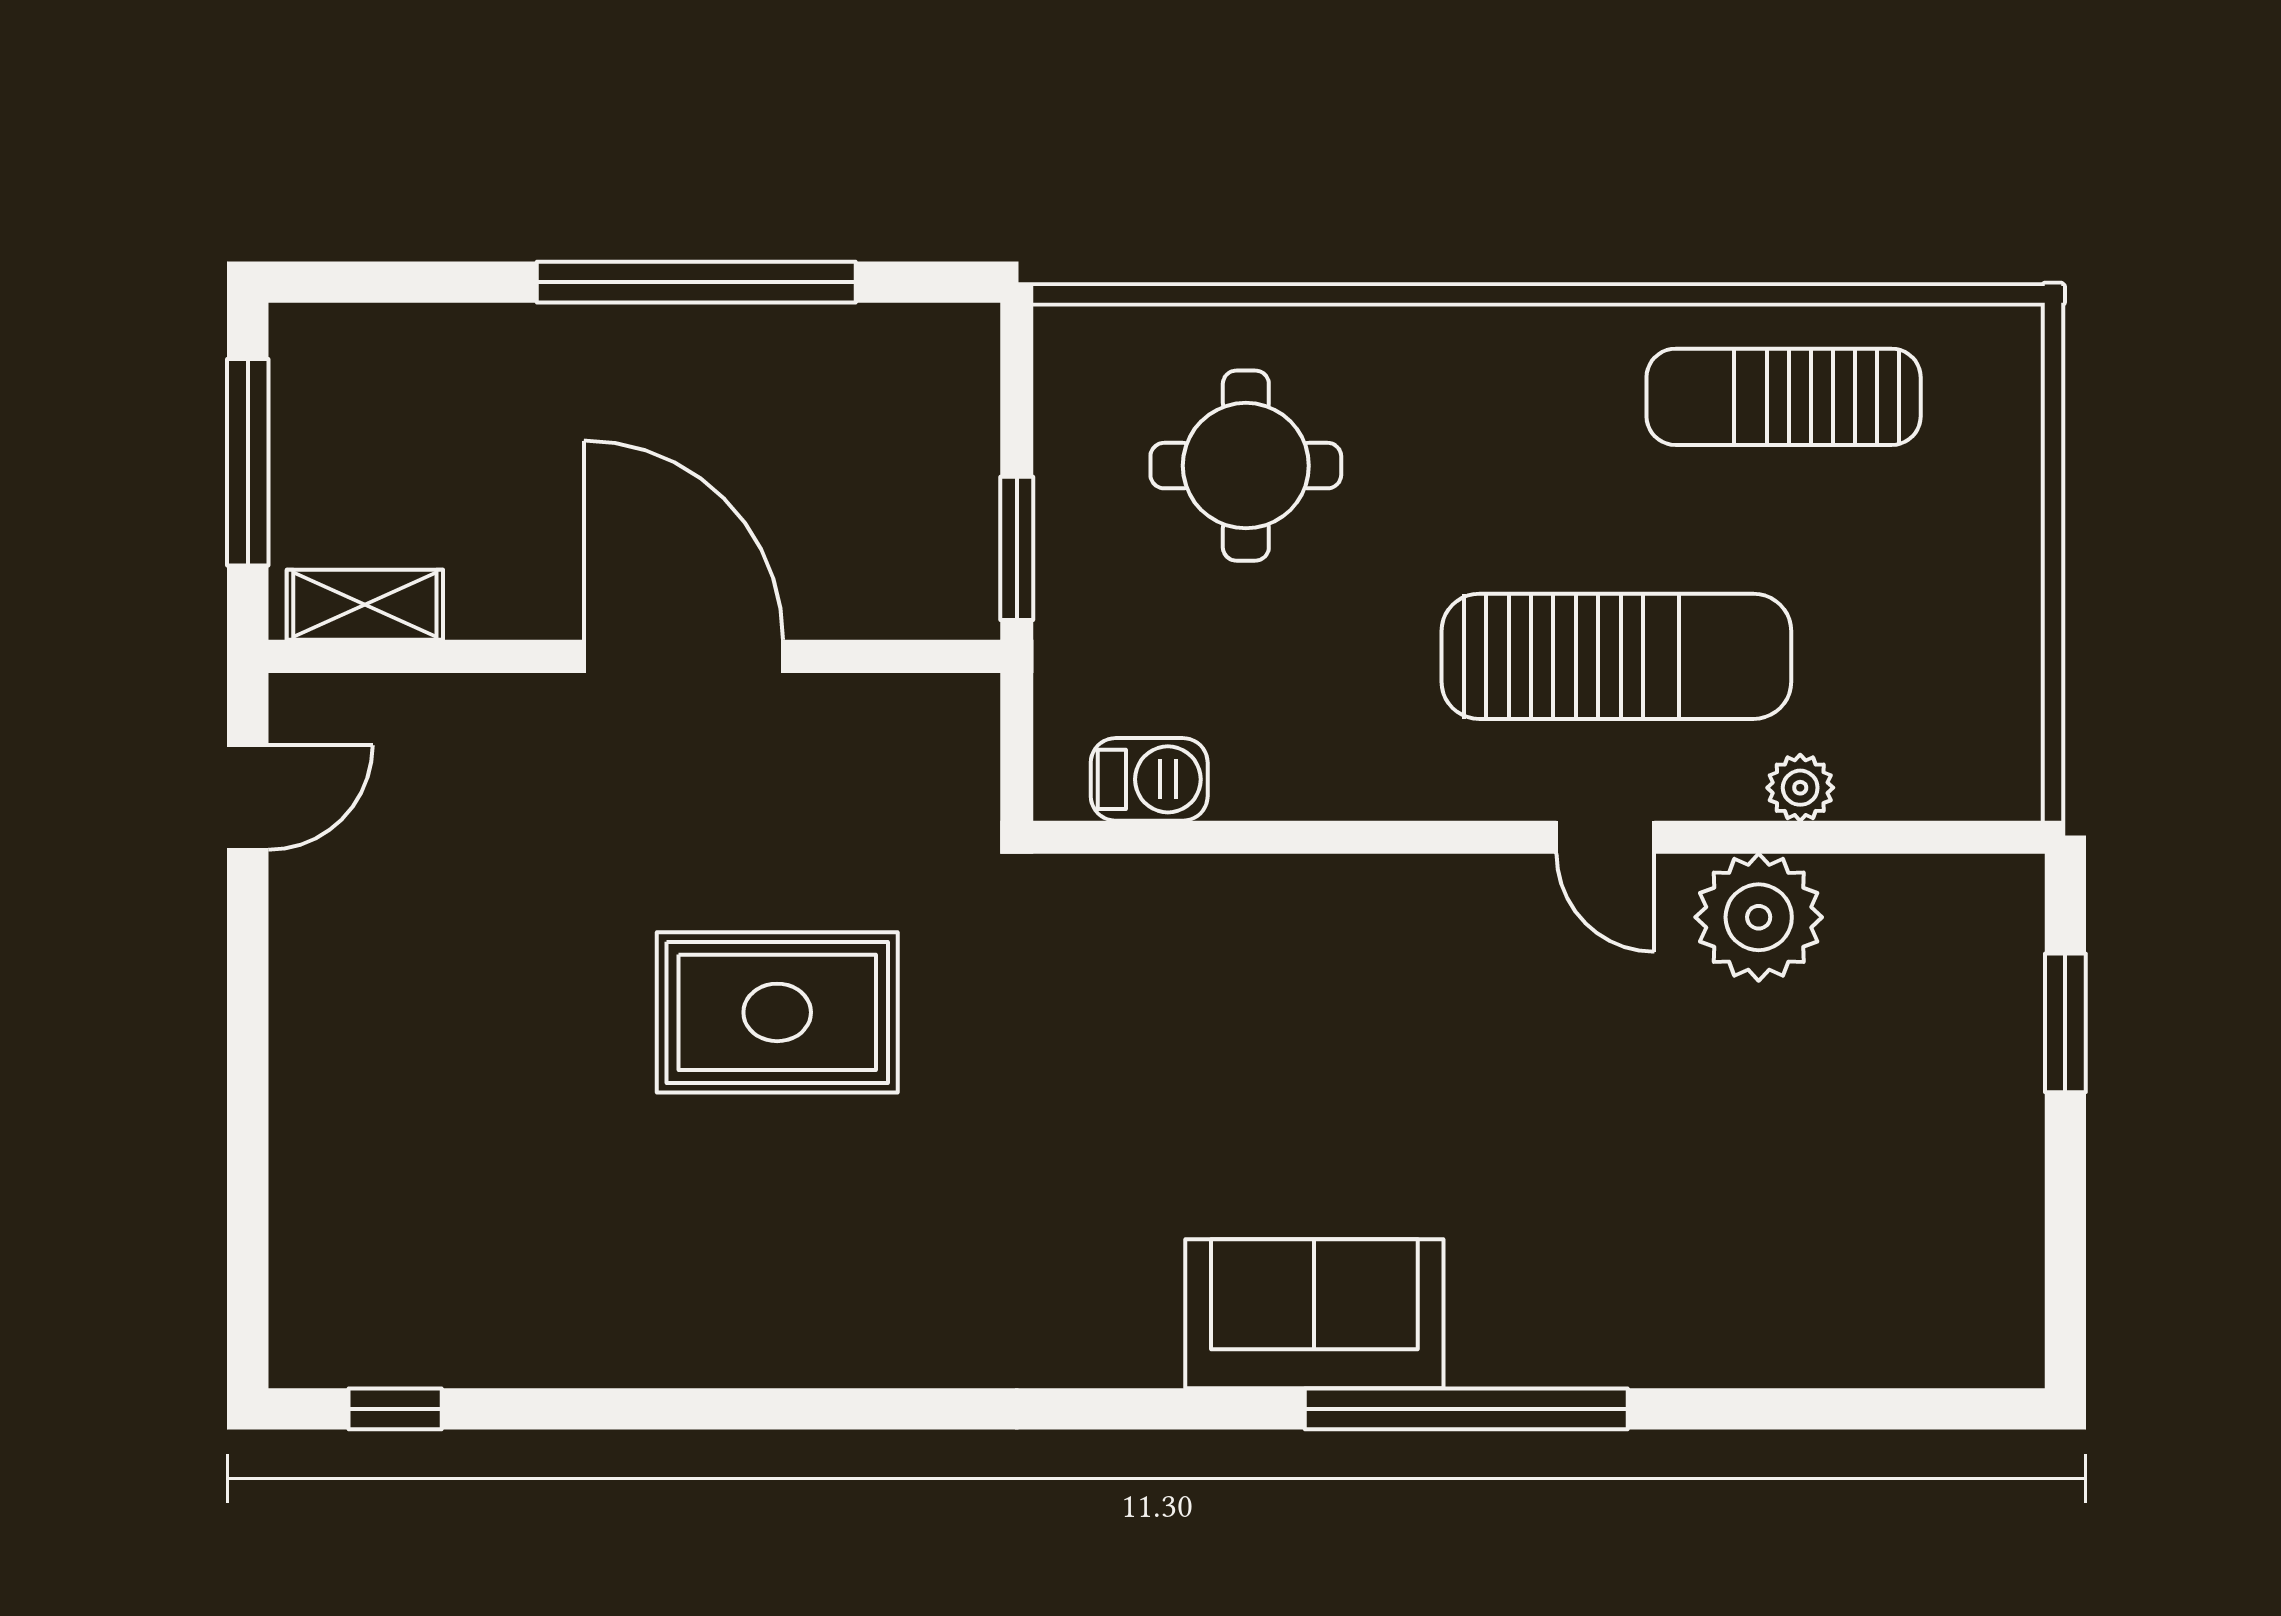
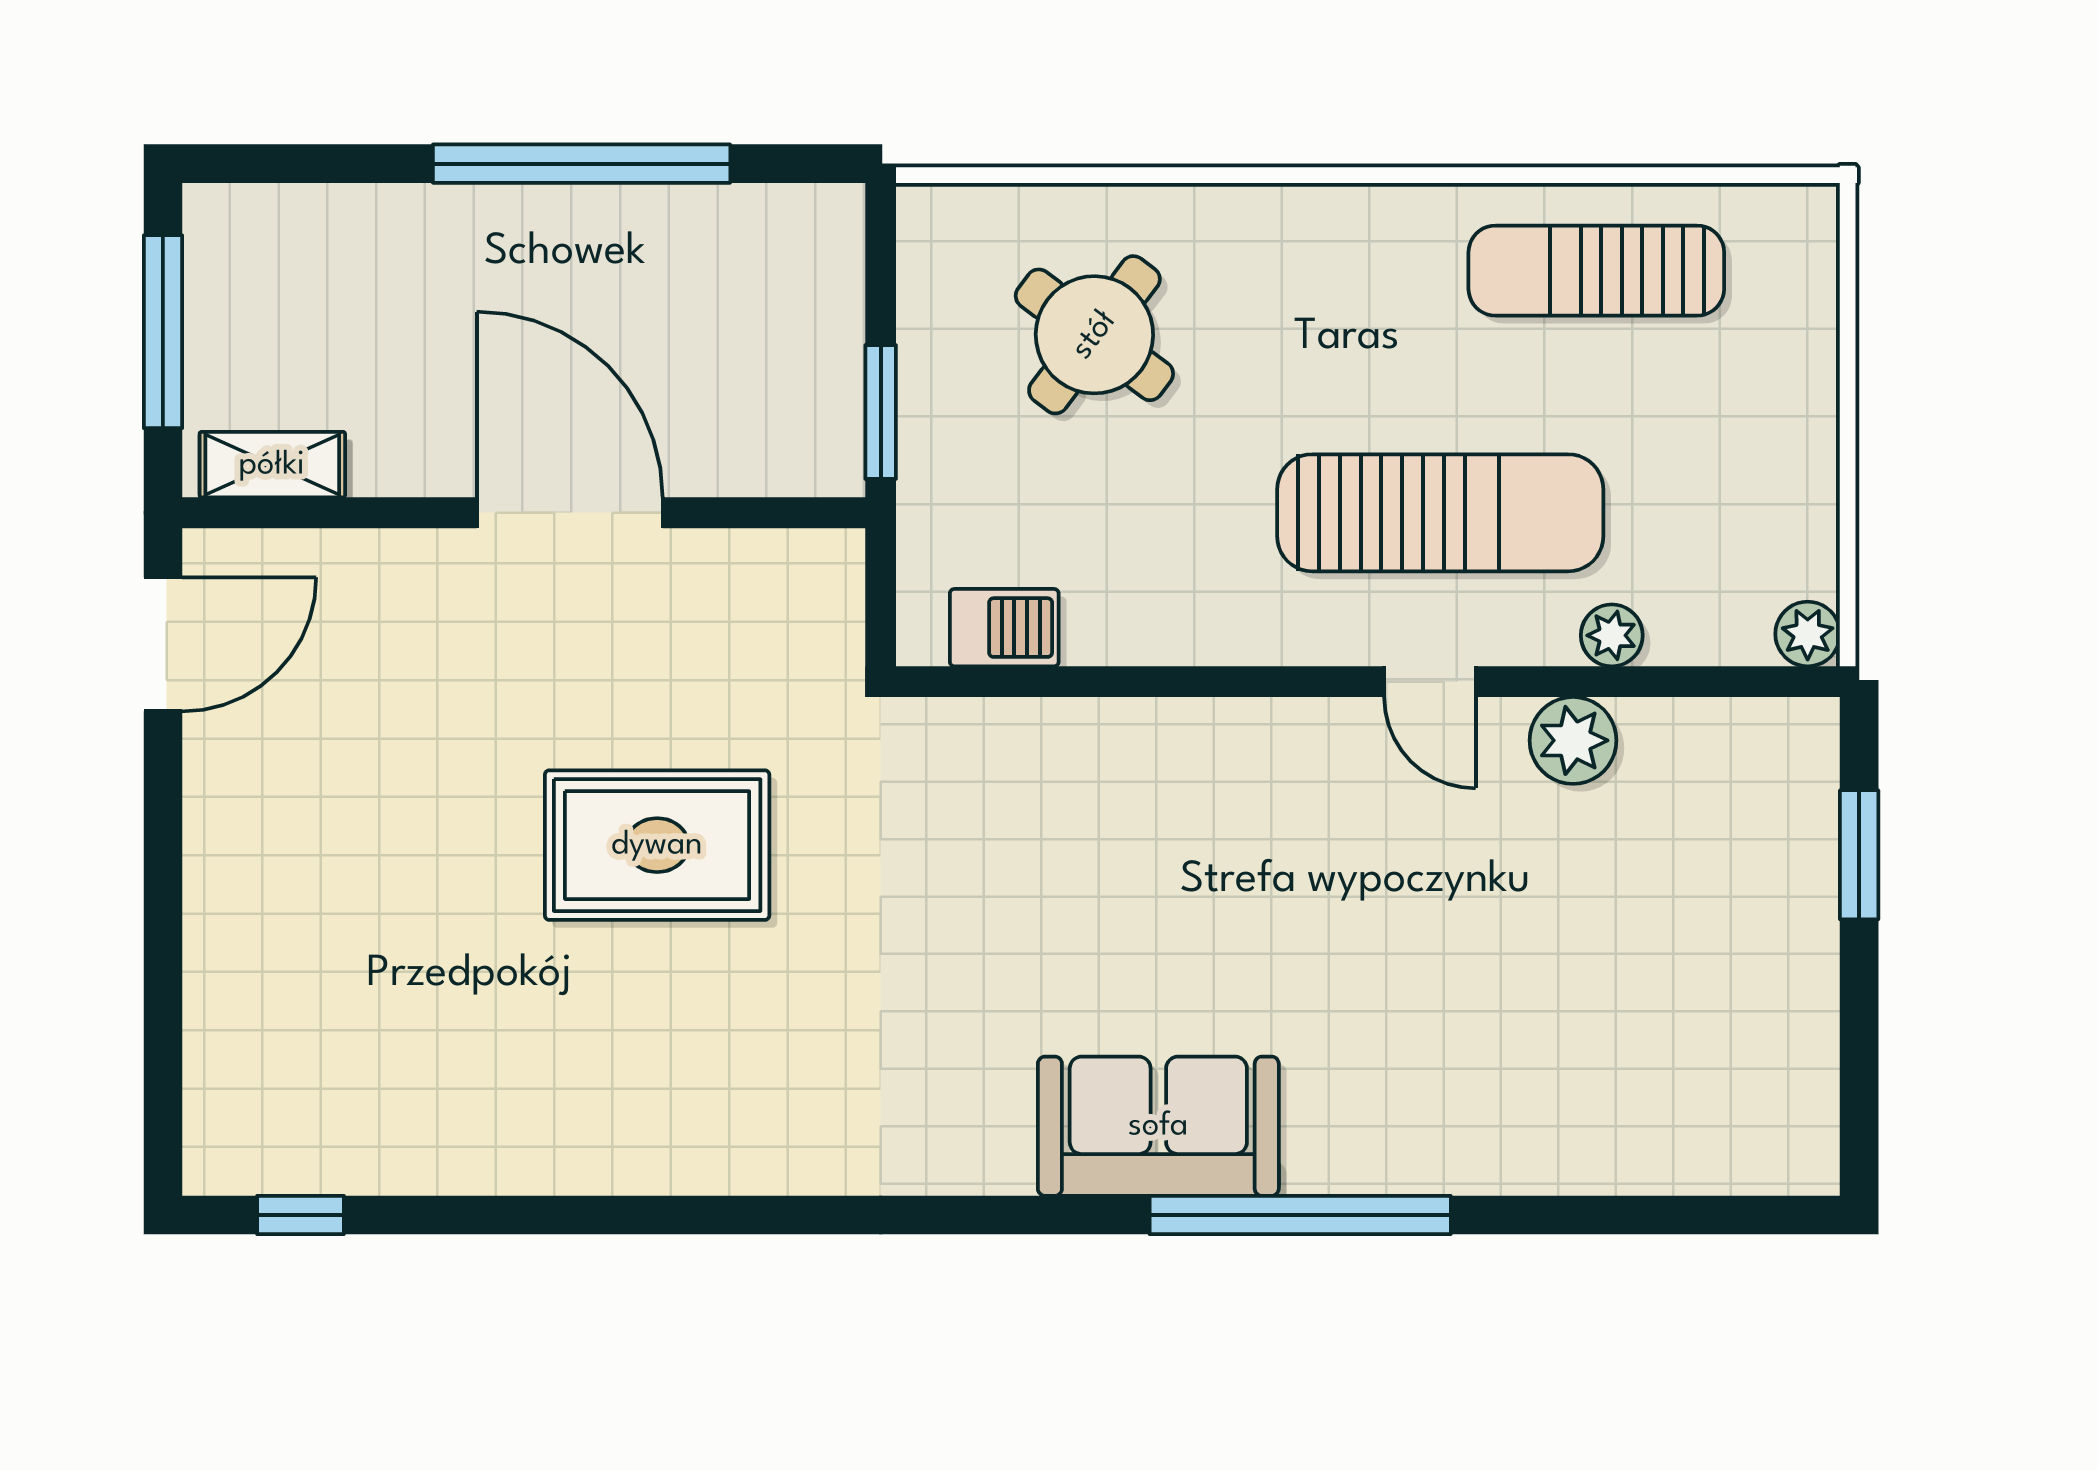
round table: (1246, 466) -> (1094, 335), turned 37
plant: (2010, 786) -> (1808, 634), added
door: (248, 797) -> (163, 644), width x1.38
plant: (1759, 917) -> (1573, 740), width x0.73, depth x0.73

